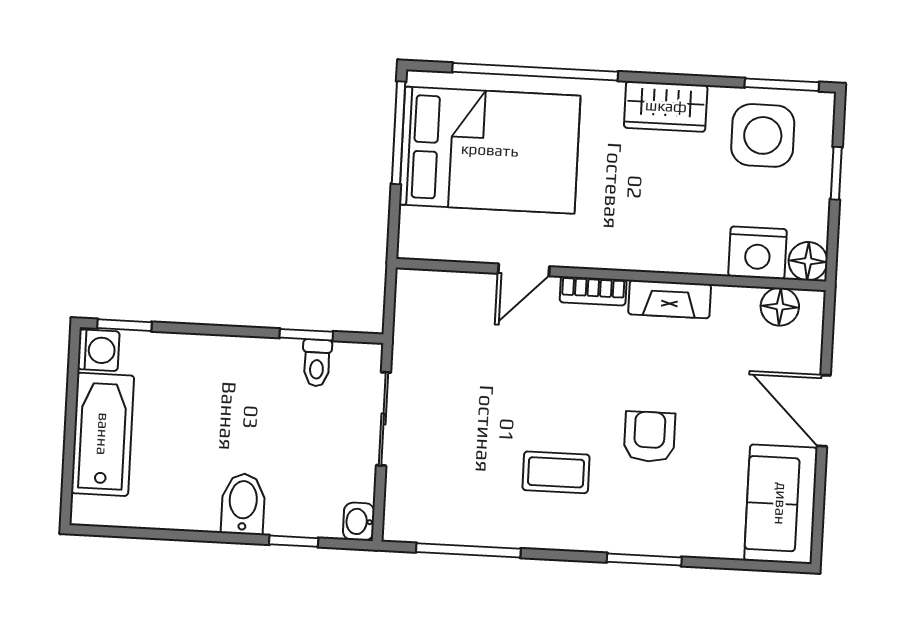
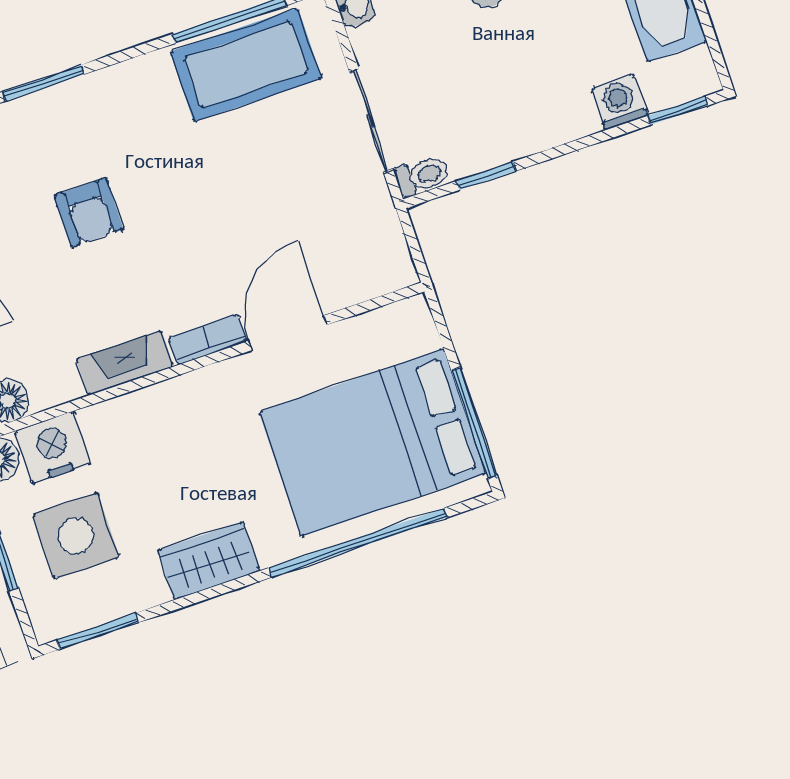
side table: (763, 135) -> (76, 536), moved
door: (524, 270) -> (288, 333), width x1.37
washing machine: (98, 350) -> (619, 102), moved, turned 90
toilet: (317, 363) -> (422, 176), moved, turned 90
coffee table: (556, 472) -> (246, 65), moved, width x1.86, depth x1.72

